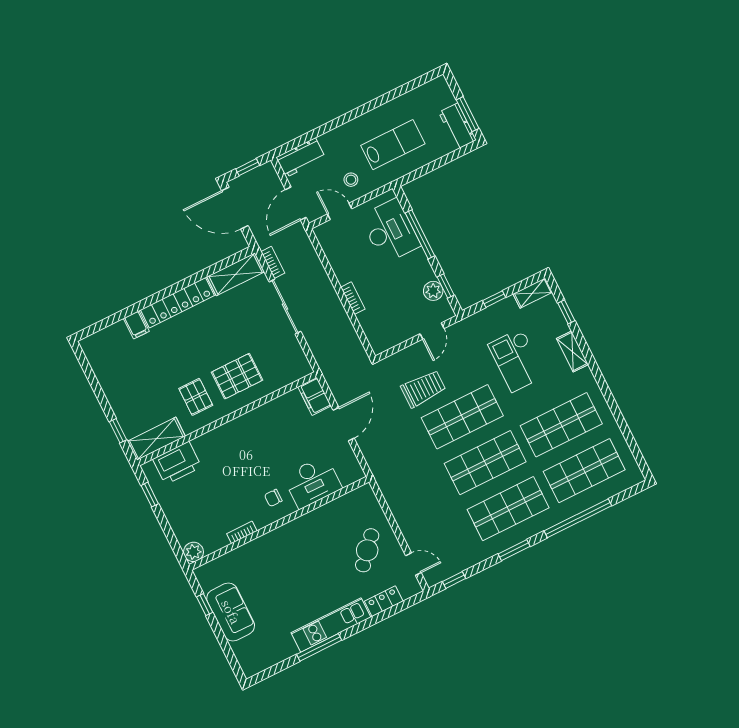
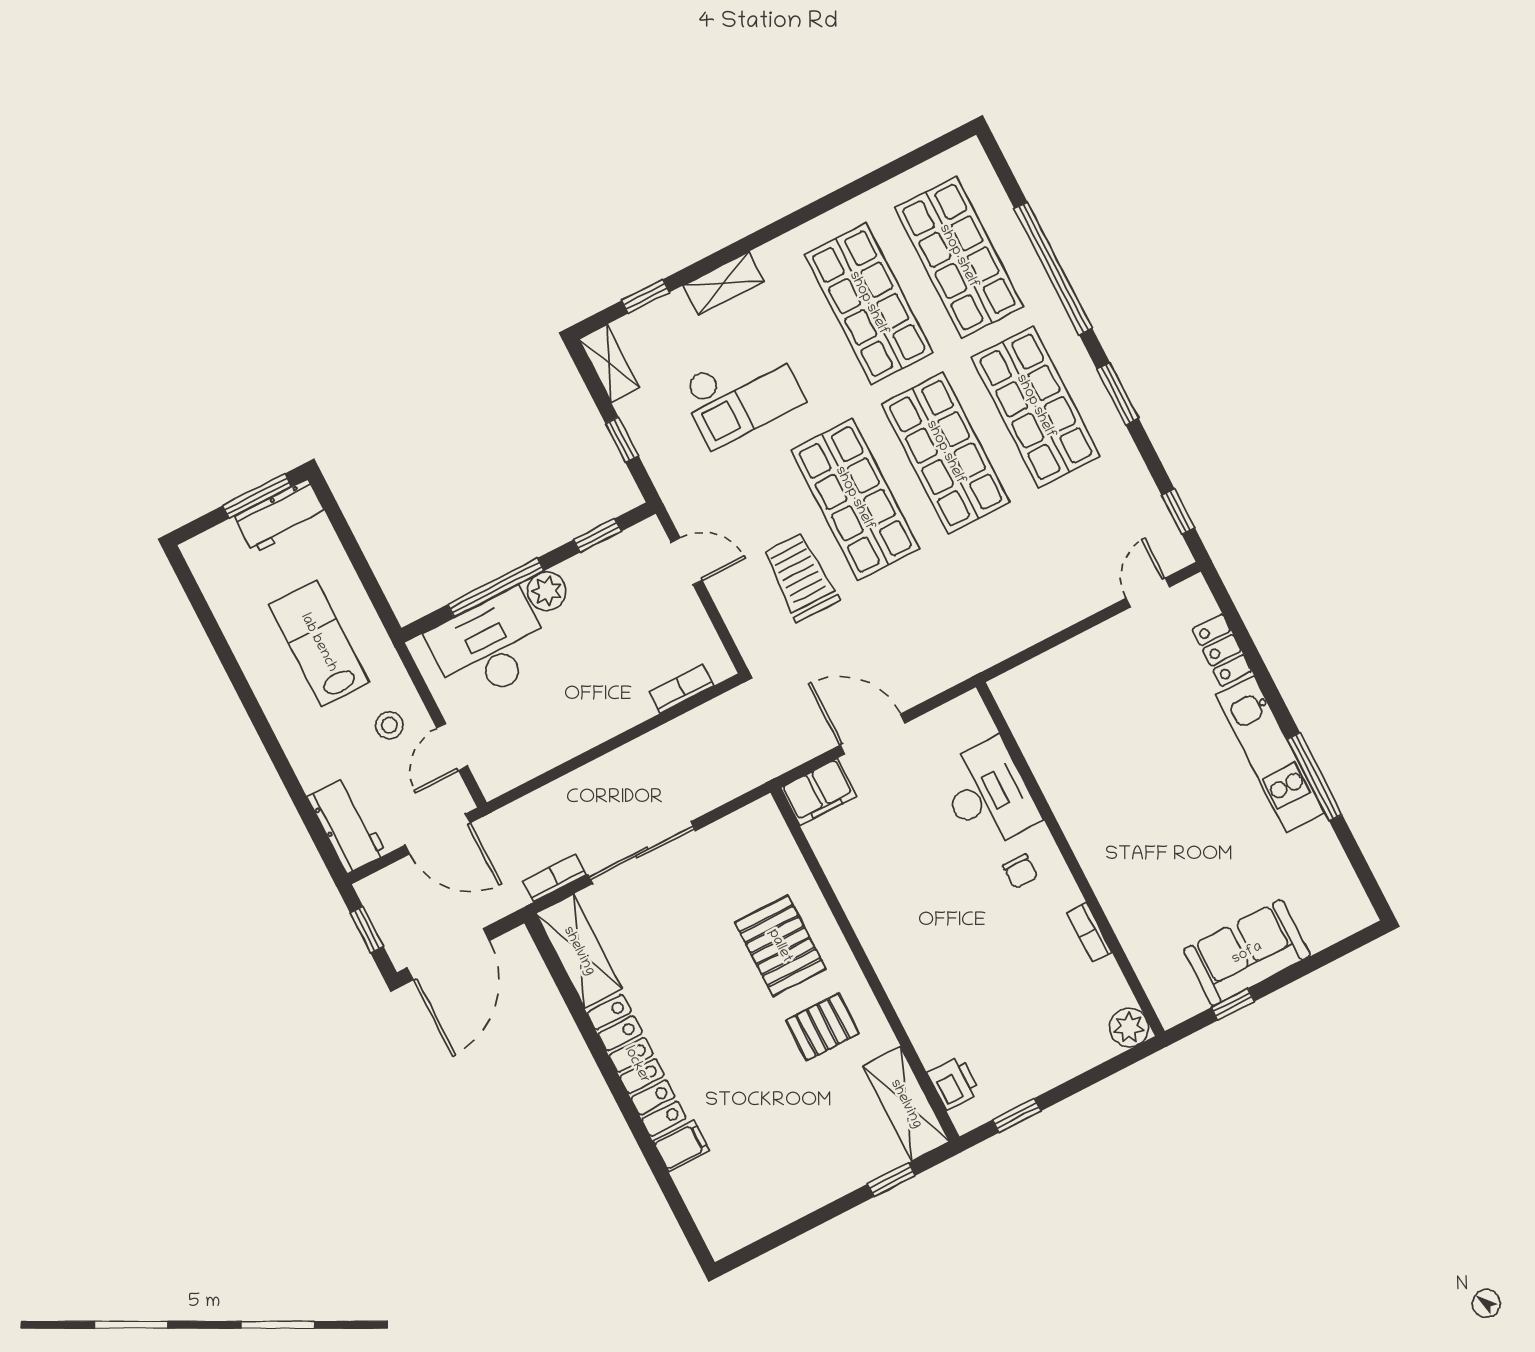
plant: (433, 291) -> (547, 591), moved
bookcase: (353, 298) -> (681, 689), moved
printer: (177, 463) -> (954, 1083), width x0.53, depth x0.68
cafe table: (367, 550) -> (1122, 684), removed

